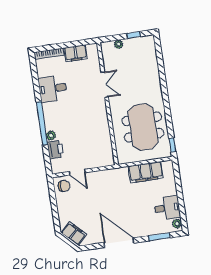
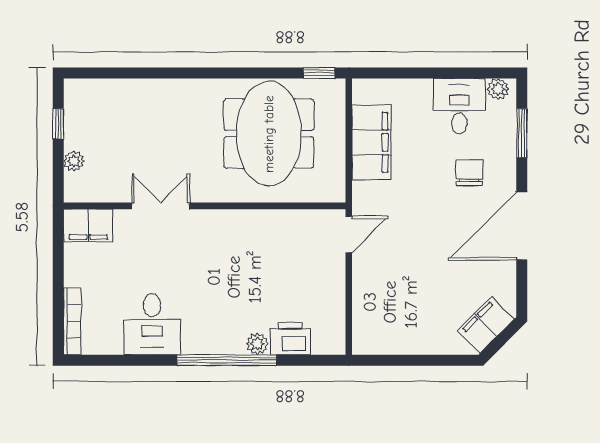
filing cabinet: (76, 53) -> (88, 225), moved, turned 90
meeting table: (143, 127) -> (269, 134), turned 90
door: (77, 172) -> (349, 234), moved
chair: (64, 186) -> (469, 173), moved

